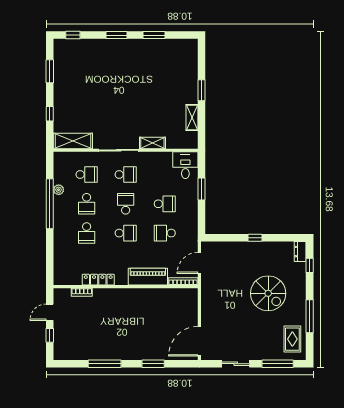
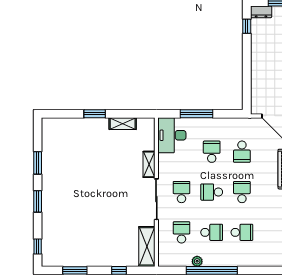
desk: (185, 165) -> (172, 135), width x1.37
window: (202, 189) -> (196, 114), width x1.44
window: (255, 238) -> (247, 26), moved

